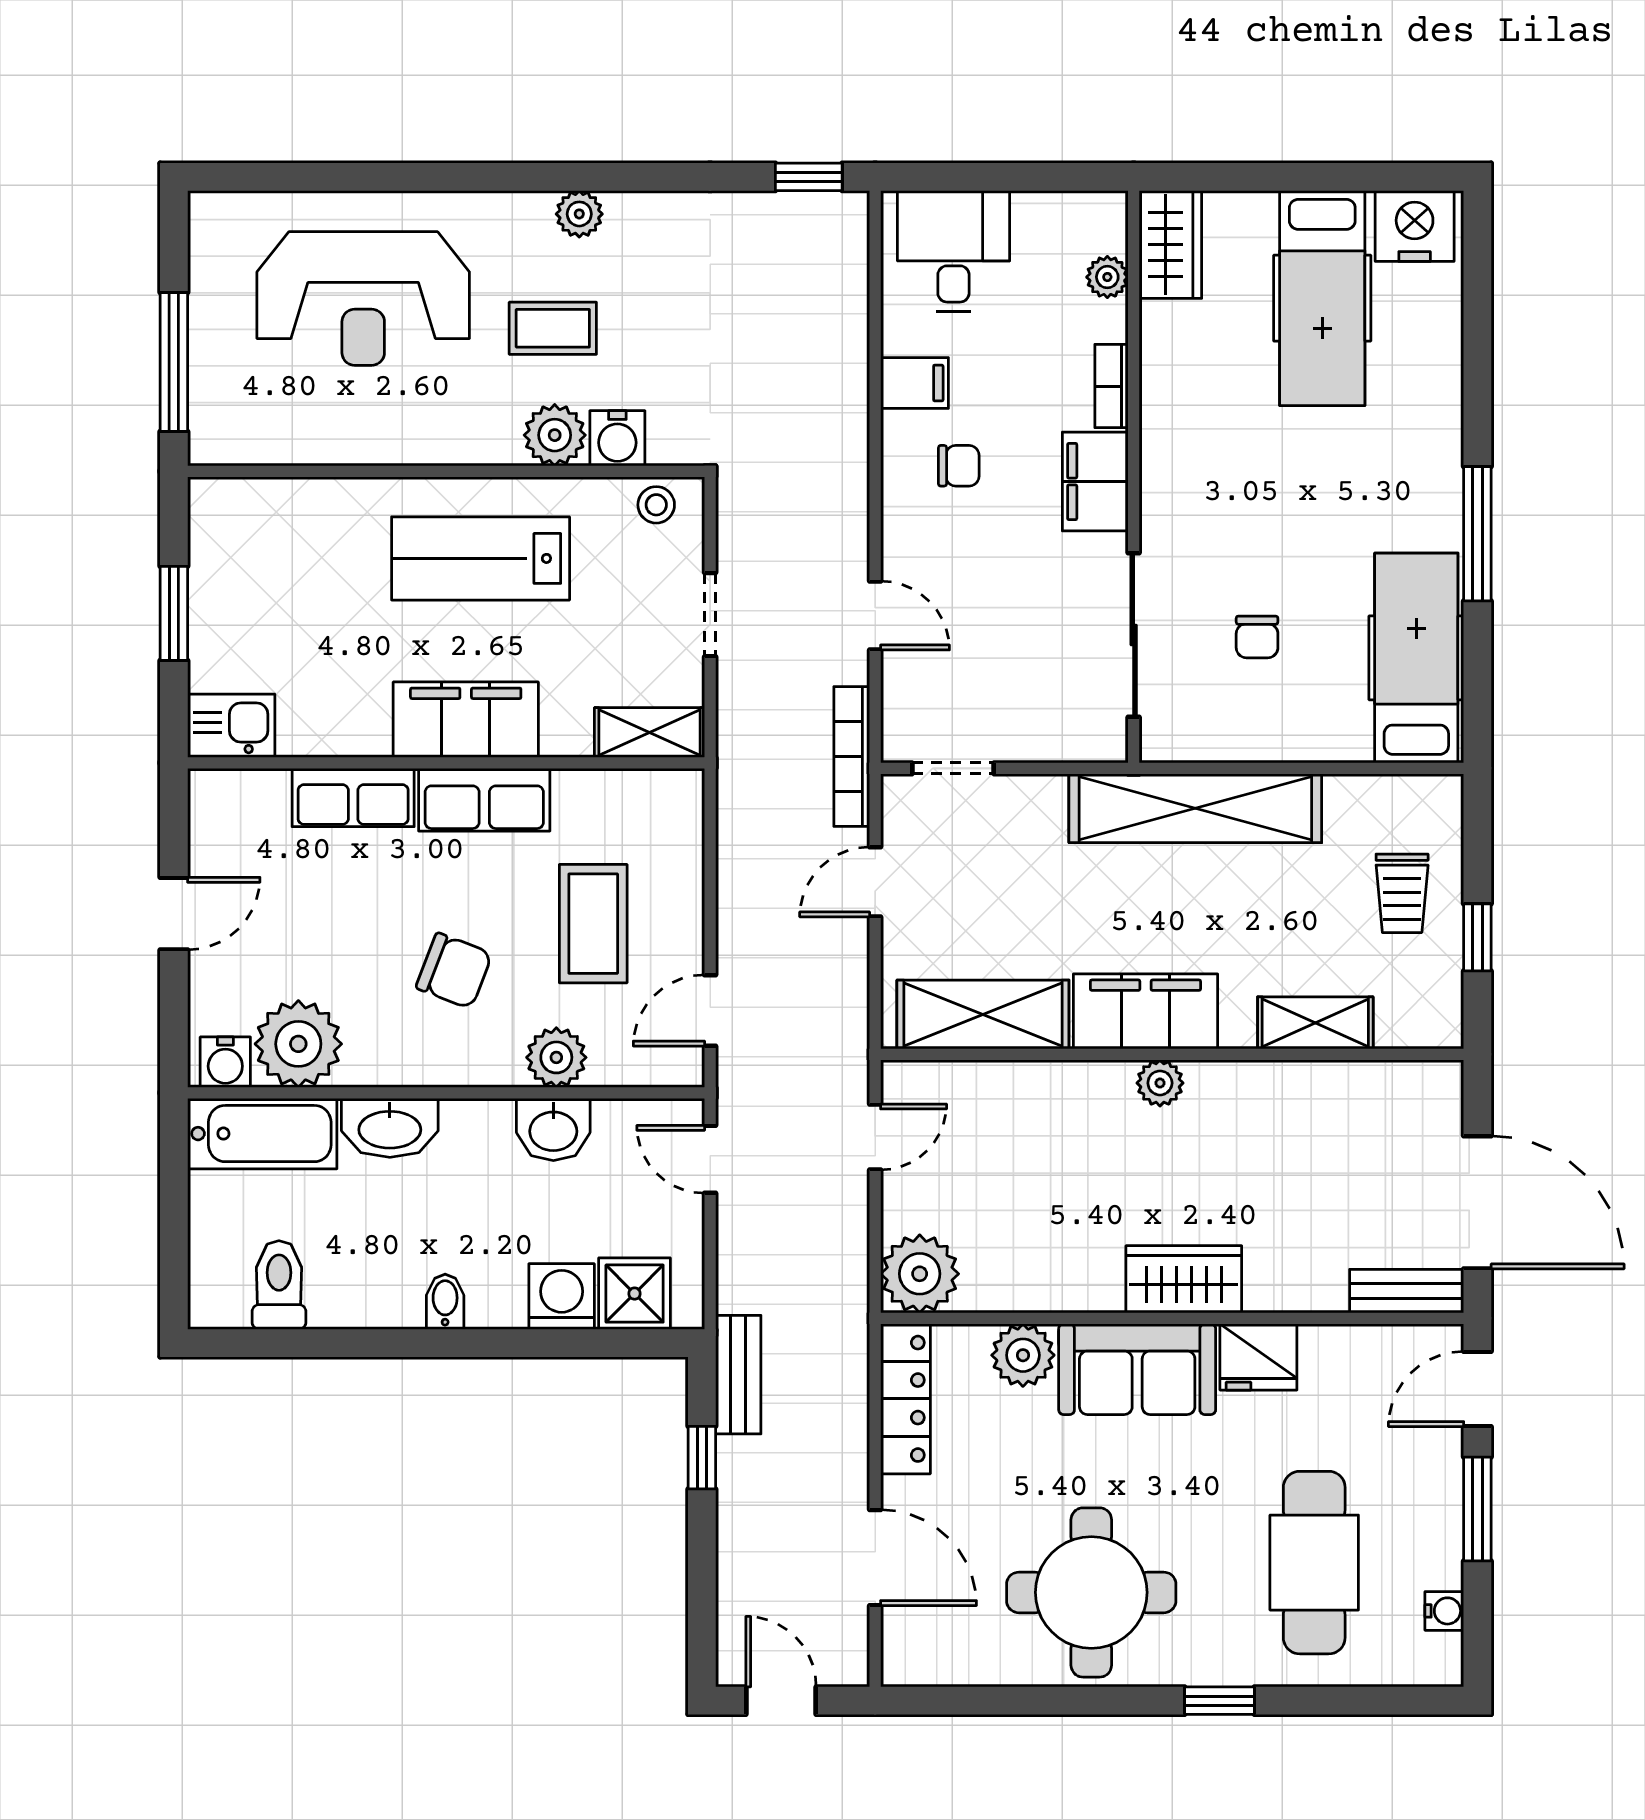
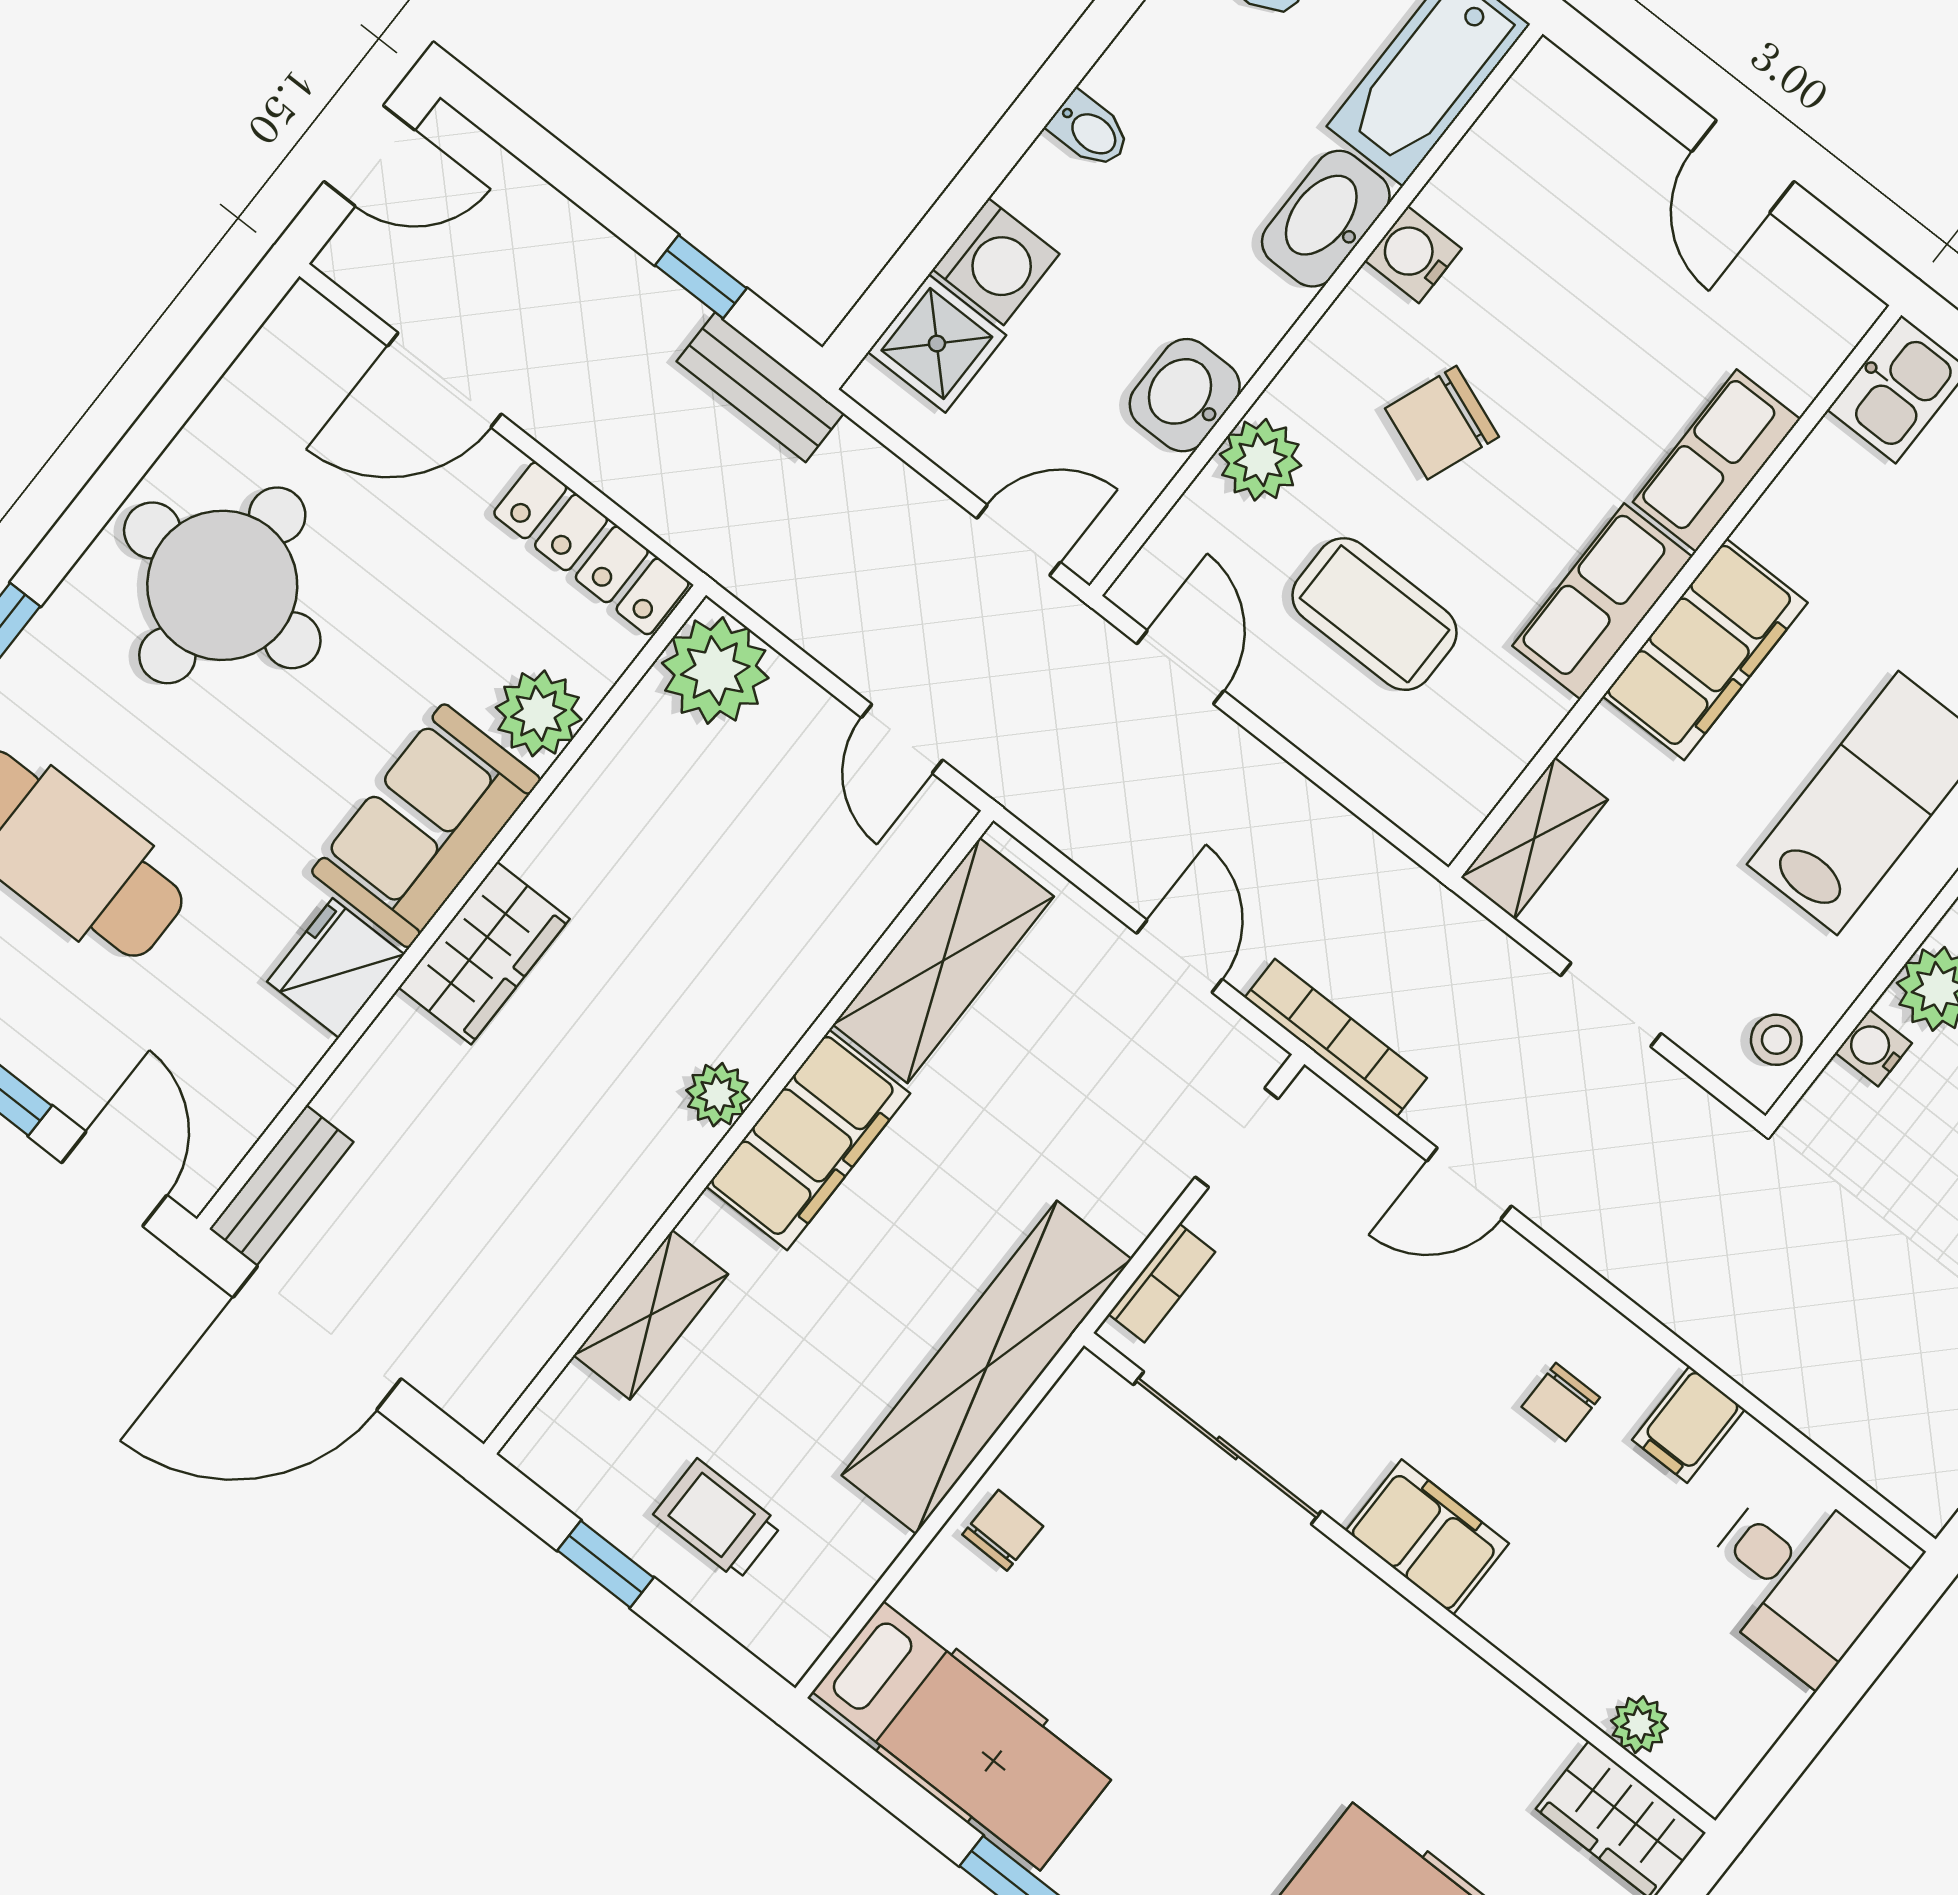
bookcase: (1111, 386) -> (1162, 1283), moved, turned 90
water cooler: (617, 438) -> (1874, 1048), width x0.72, depth x0.72
chair: (1257, 637) -> (1003, 1530), moved, turned 91
plant: (298, 1044) -> (1495, 191), removed
water cooler: (225, 1062) -> (1413, 255), moved

